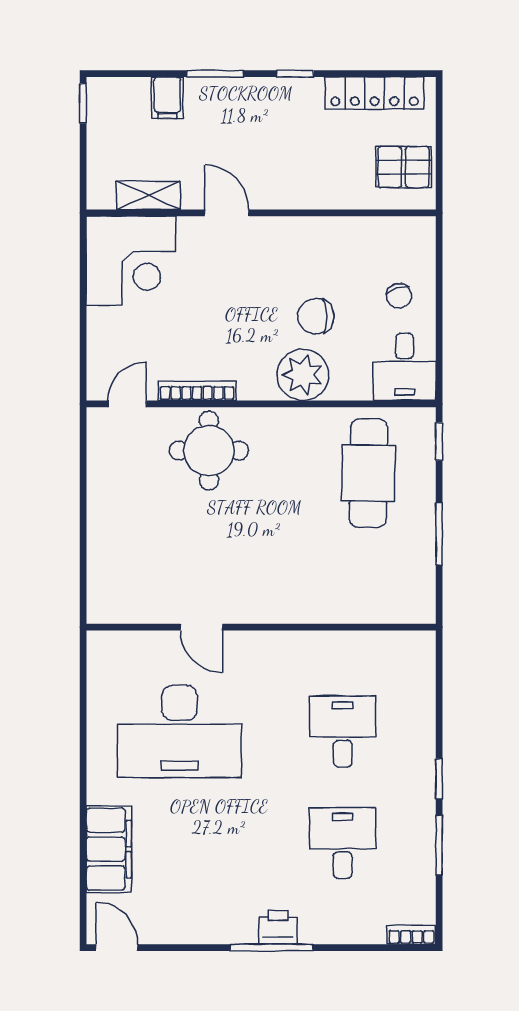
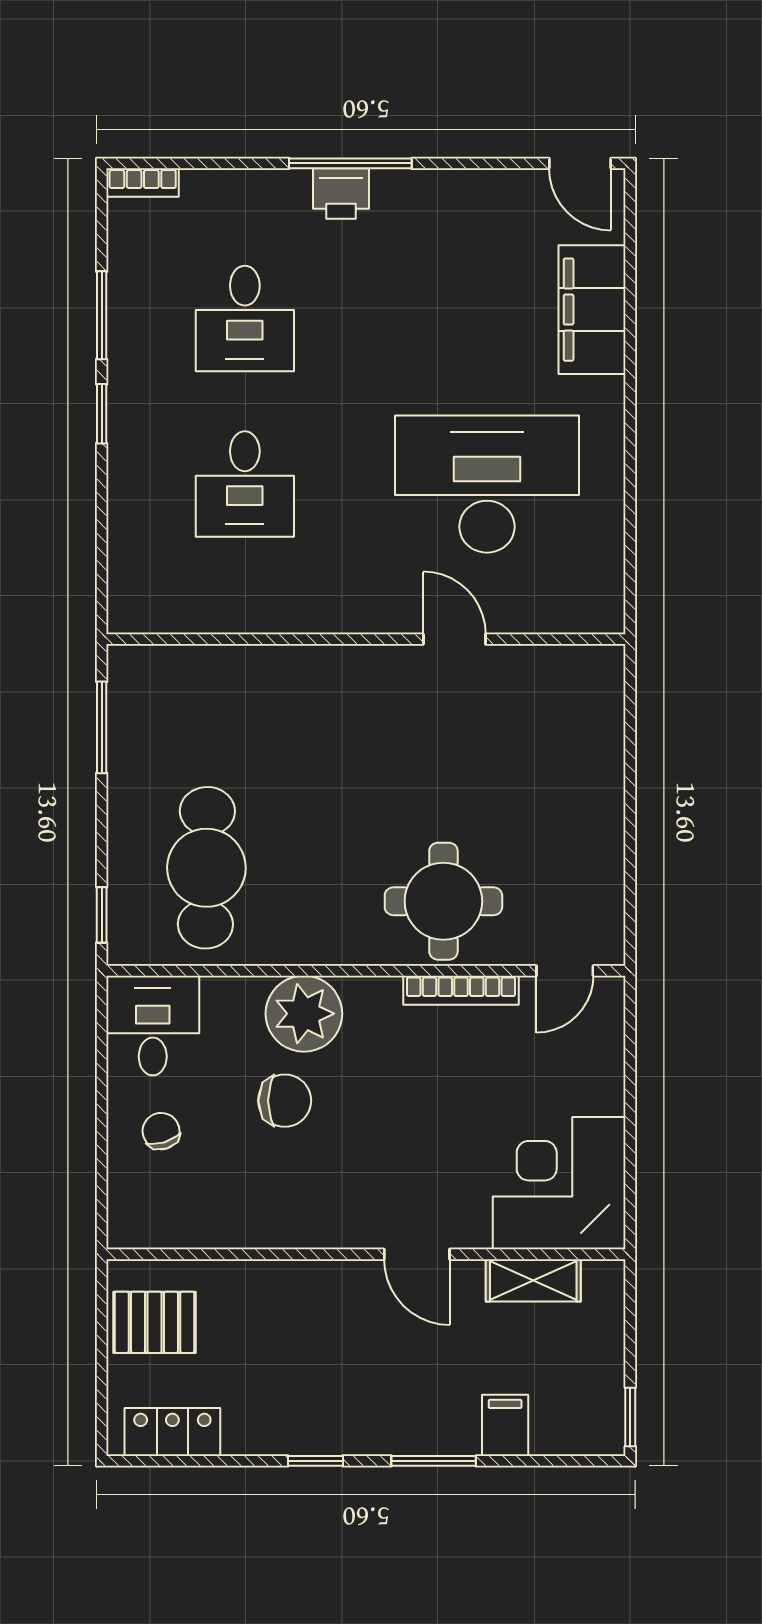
locker: (374, 93) -> (172, 1432), width x0.66
window: (439, 534) -> (102, 727), moved

